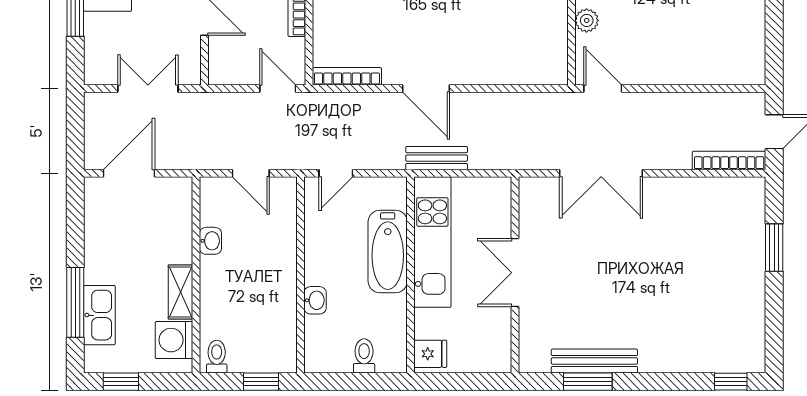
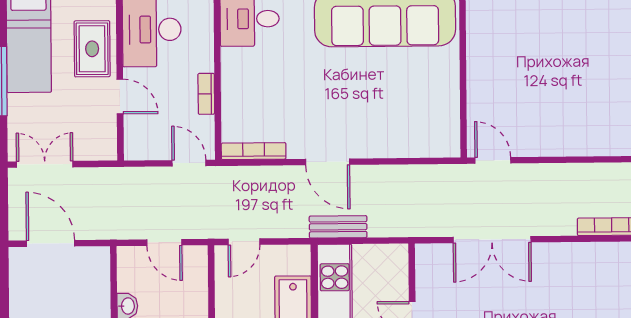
plant: (587, 20) -> (477, 97), removed
double door: (148, 89) -> (45, 164), moved
door: (129, 173) -> (51, 243), hinge flipped

